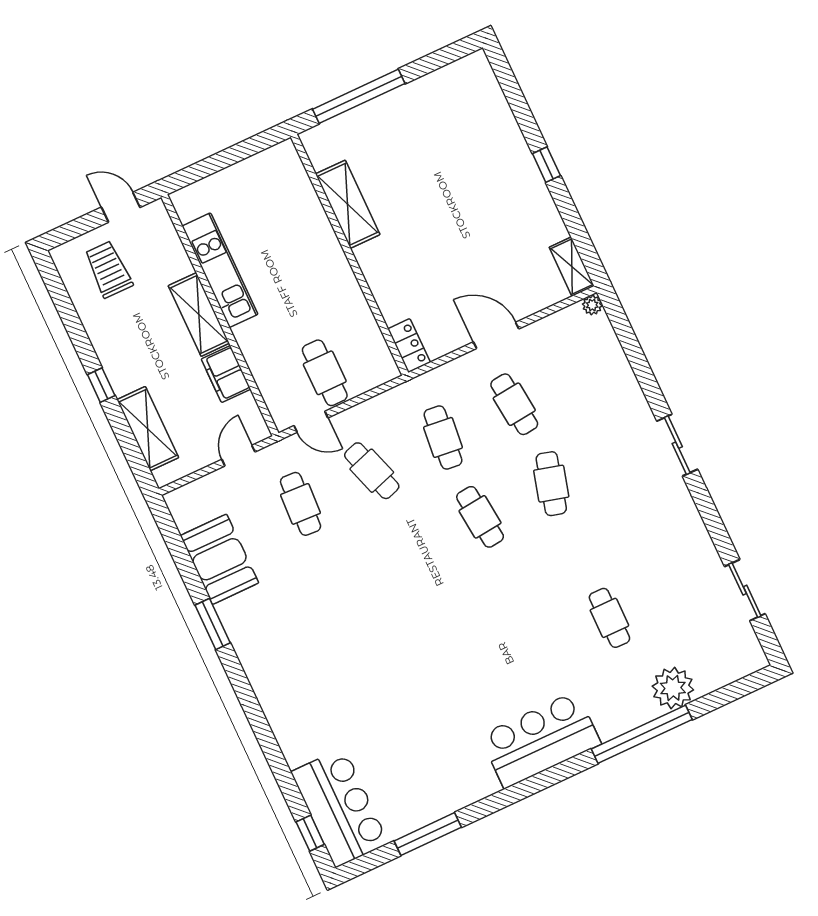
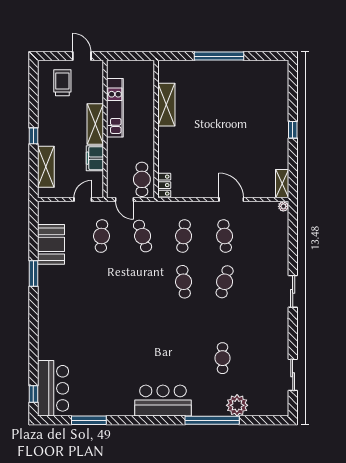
shelving: (348, 204) -> (166, 105), moved
wall: (350, 255) -> (156, 129), moved
locker: (409, 346) -> (164, 185), moved

